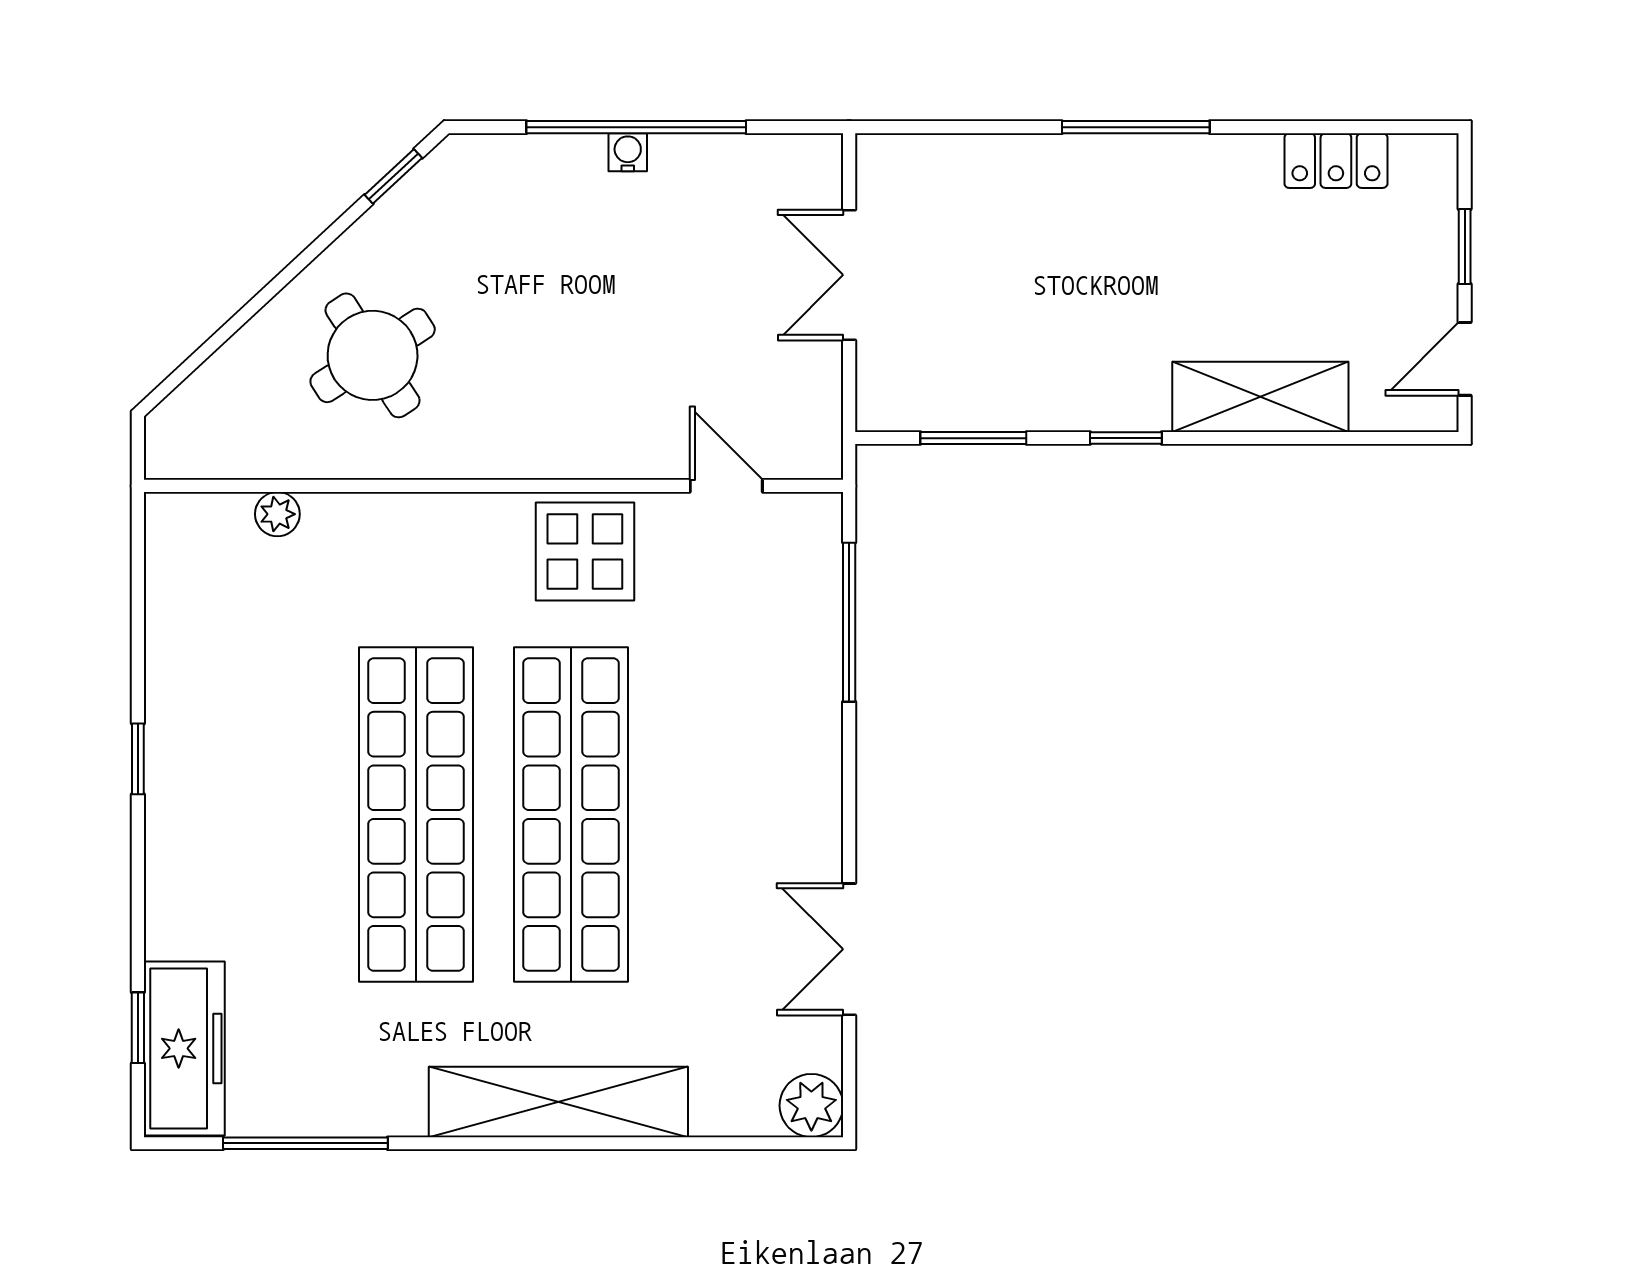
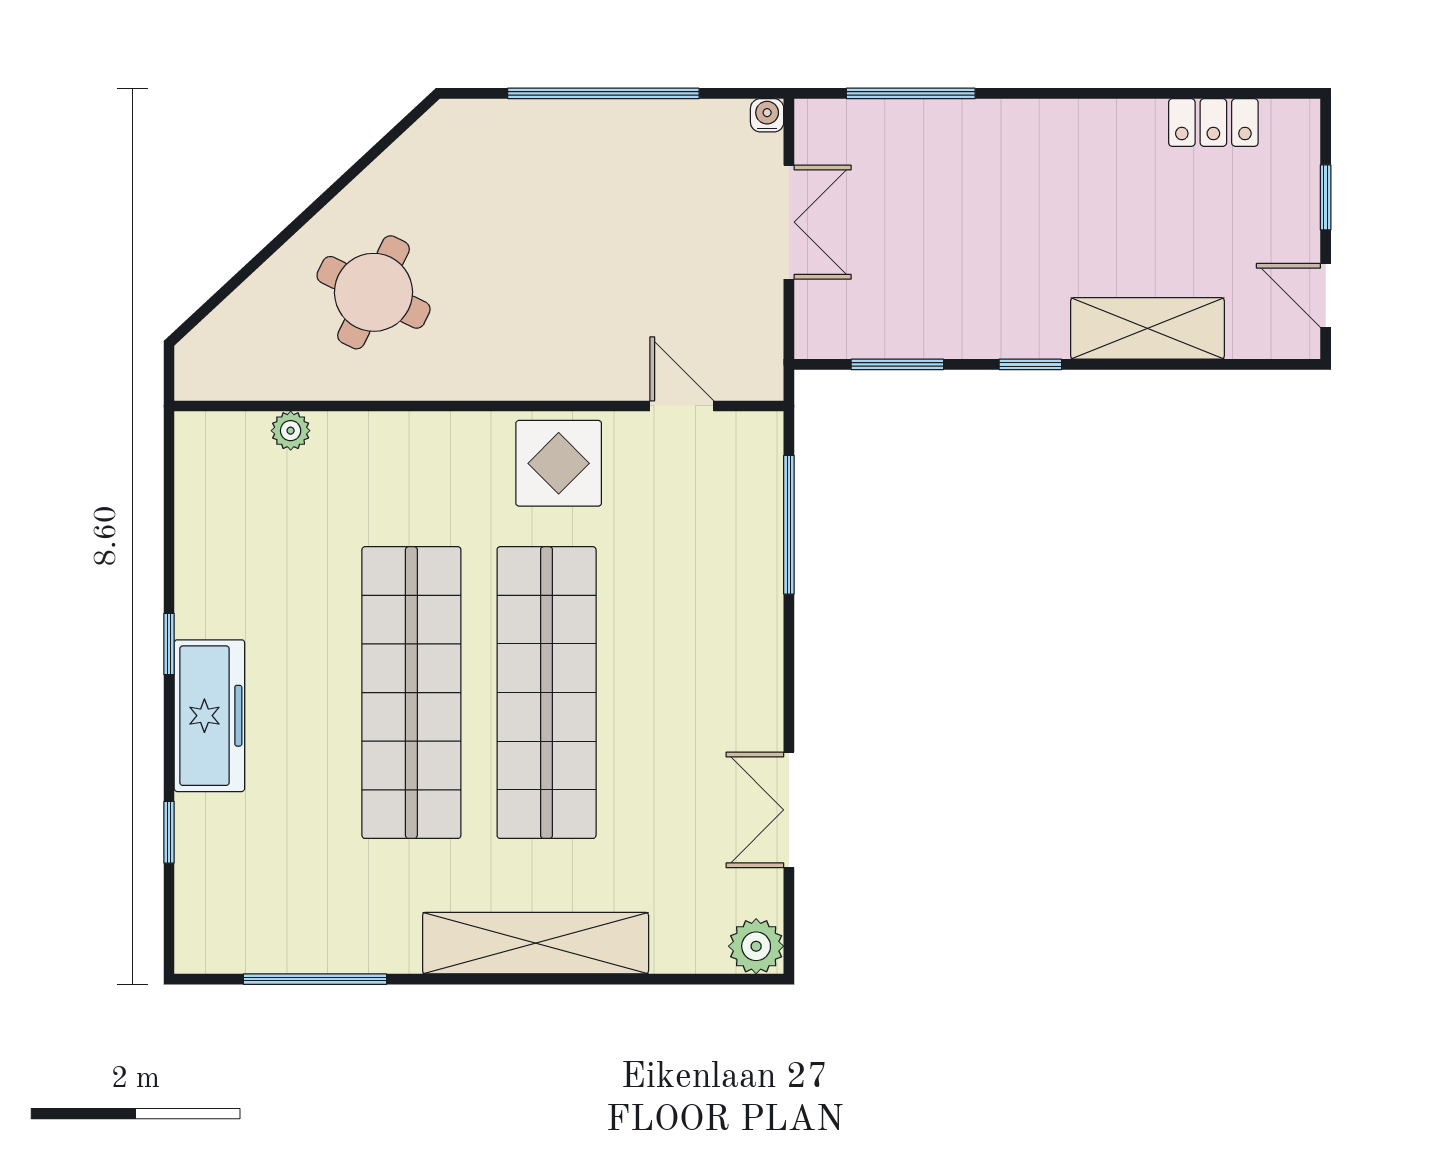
window: (1136, 127) -> (911, 93), moved
water cooler: (628, 152) -> (767, 115), moved
window: (393, 176) -> (392, 136), removed
double door: (849, 275) -> (789, 222), swing flipped
round table: (373, 355) -> (374, 292), turned -31
door: (1465, 359) -> (1326, 295), hinge flipped
window: (138, 1028) -> (169, 832), moved
freezer: (184, 1048) -> (209, 716), moved

